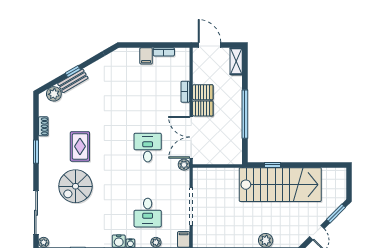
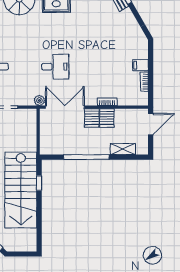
shelving: (236, 61) -> (123, 149), moved

